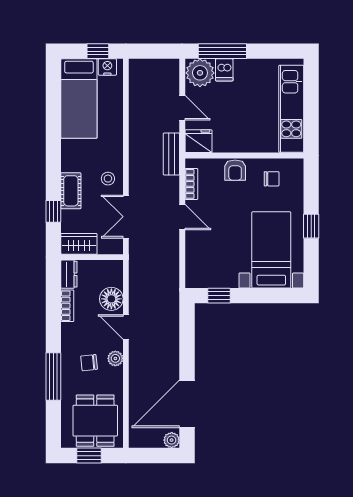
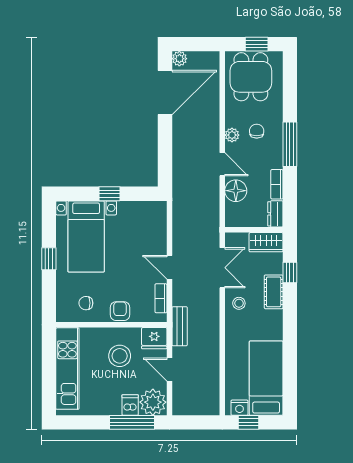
stool: (236, 122) -> (120, 356), added
window: (219, 296) -> (109, 194), moved
chair: (89, 363) -> (257, 131), turned -84
window: (53, 376) -> (290, 144), moved

